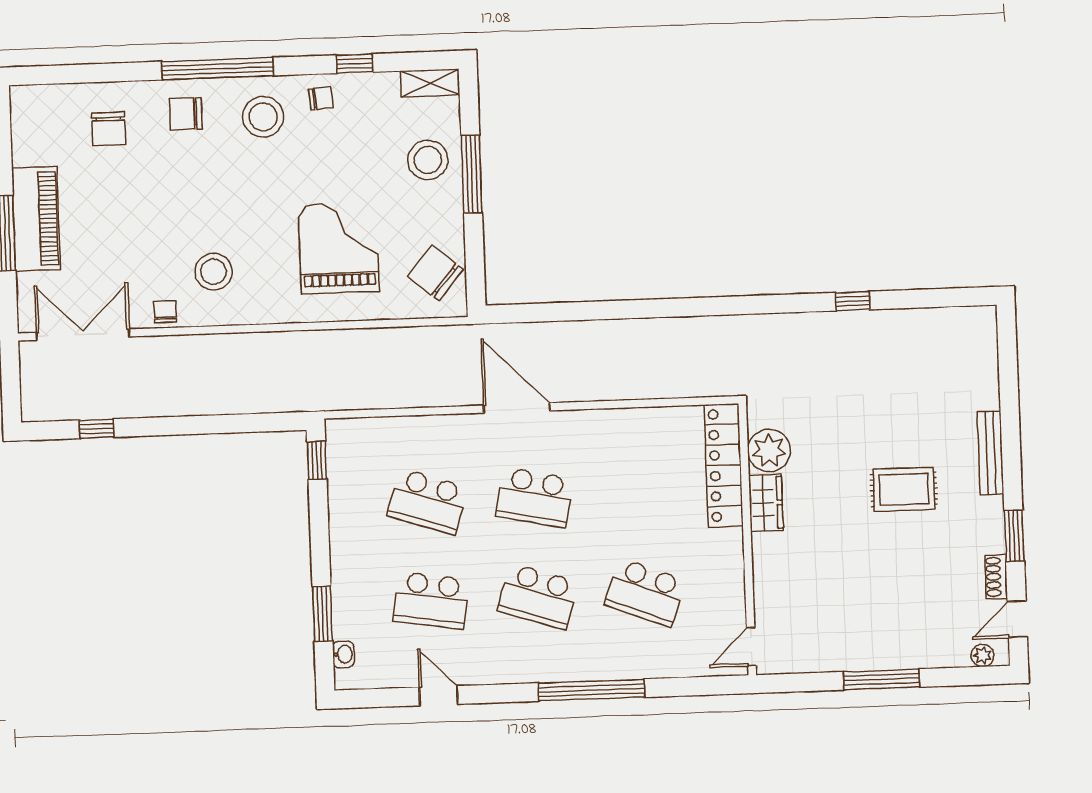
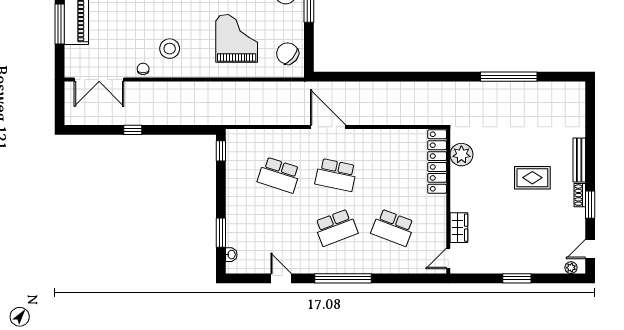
window: (853, 301) -> (509, 77), width x3.17
double door: (83, 335) -> (99, 80), swing flipped
window: (97, 429) -> (133, 130), moved
wardrobe: (766, 503) -> (459, 228), moved
shoe rack: (996, 577) -> (580, 195), moved
school desk: (538, 596) -> (336, 228), turned -39
school desk: (431, 600) -> (279, 228), removed
window: (882, 679) -> (517, 278), width x0.69
window: (592, 690) -> (343, 278), moved

